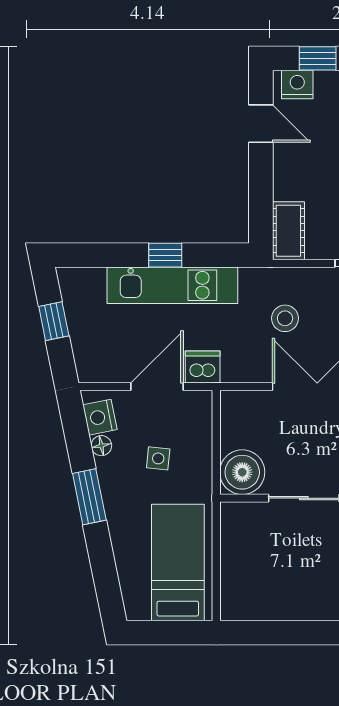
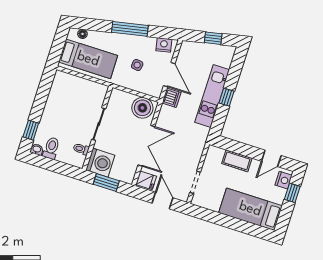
cot: (288, 231) -> (237, 161), moved
stool: (285, 318) -> (181, 141), removed
floor lamp: (101, 446) -> (82, 34), moved
boiler: (242, 472) -> (142, 108), moved
window: (89, 497) -> (130, 29), width x1.44

